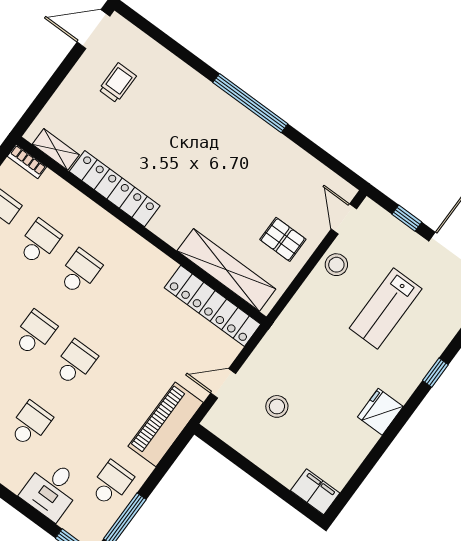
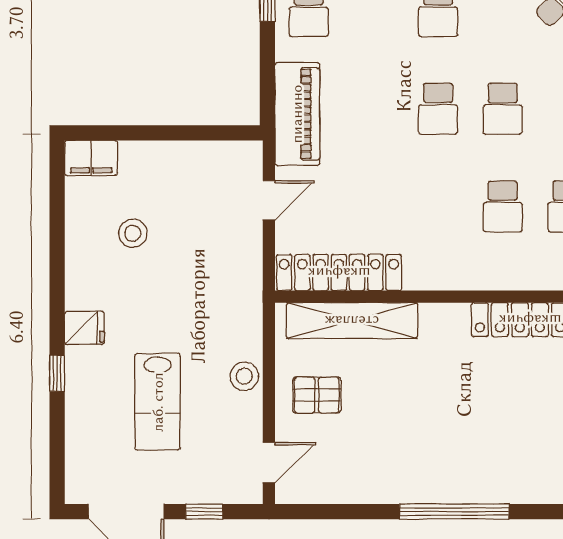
door: (344, 219) -> (269, 463), hinge flipped
stool: (336, 265) -> (244, 376), moved
lab bench: (386, 308) -> (158, 402), turned 180
stool: (277, 406) -> (133, 233), moved
fridge: (380, 412) -> (84, 328), moved, width x0.72

